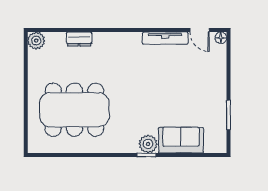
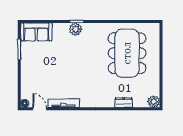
dining table: (74, 110) -> (127, 53), turned 90
sofa: (181, 140) -> (36, 32), moved

